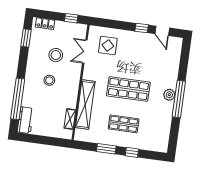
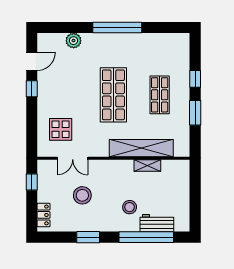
window: (26, 38) -> (88, 237), moved
stool: (49, 80) -> (130, 207), moved
plant: (169, 95) -> (74, 41), moved
shelving: (70, 119) -> (147, 165), moved
workbench: (25, 120) -> (157, 223), moved

